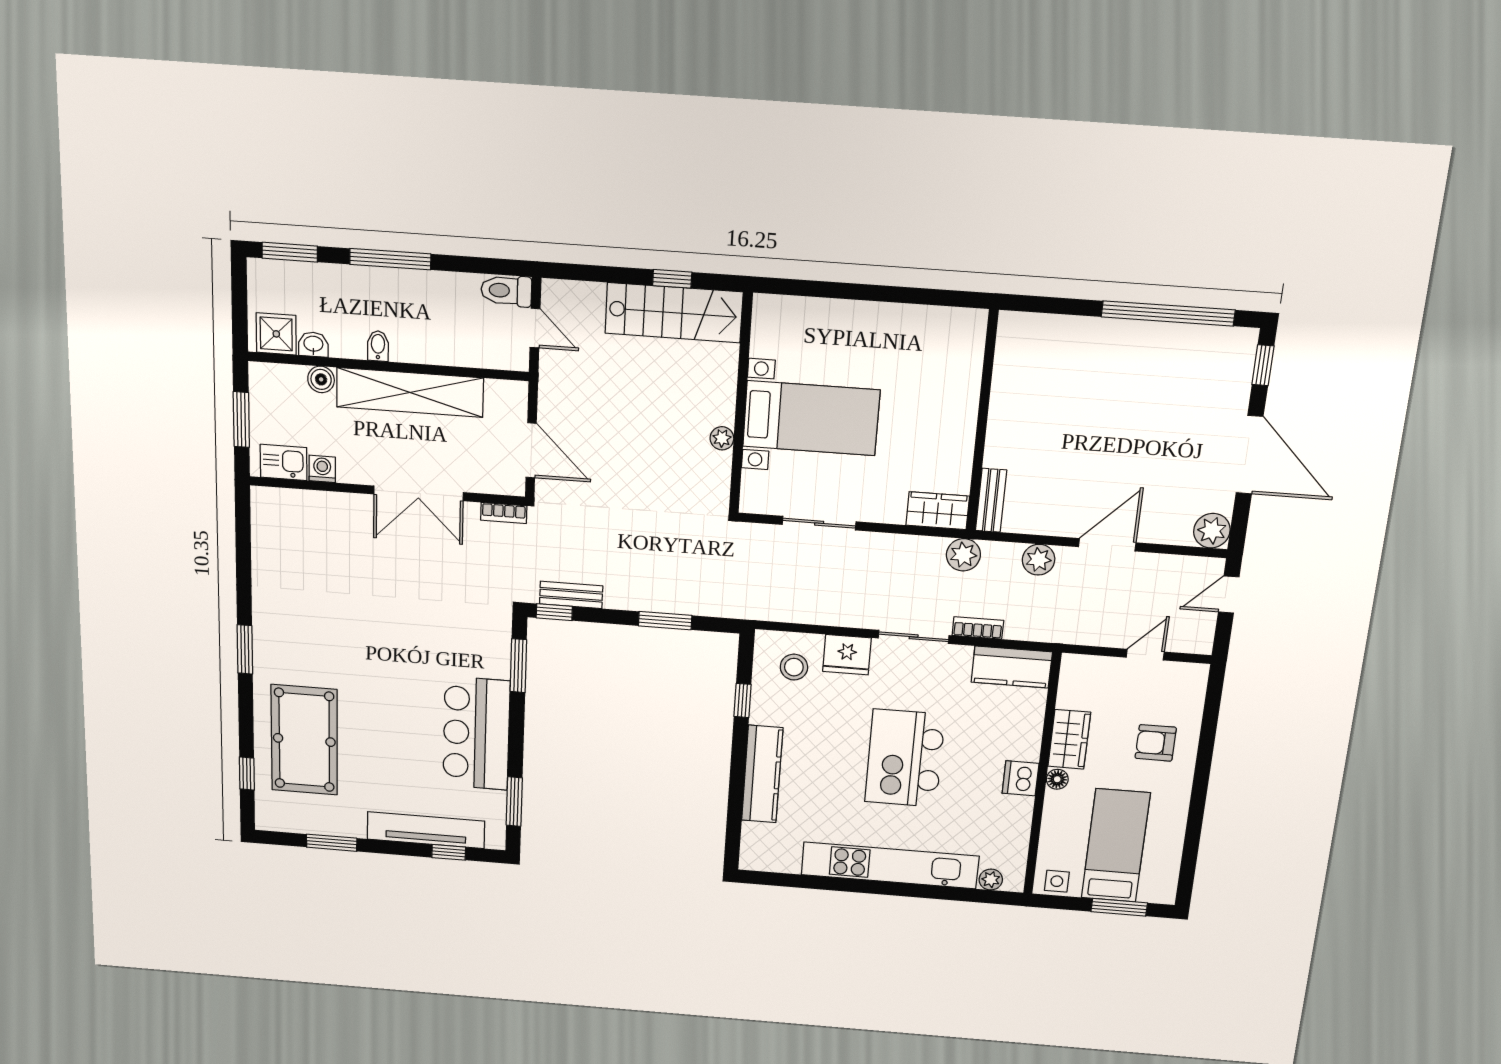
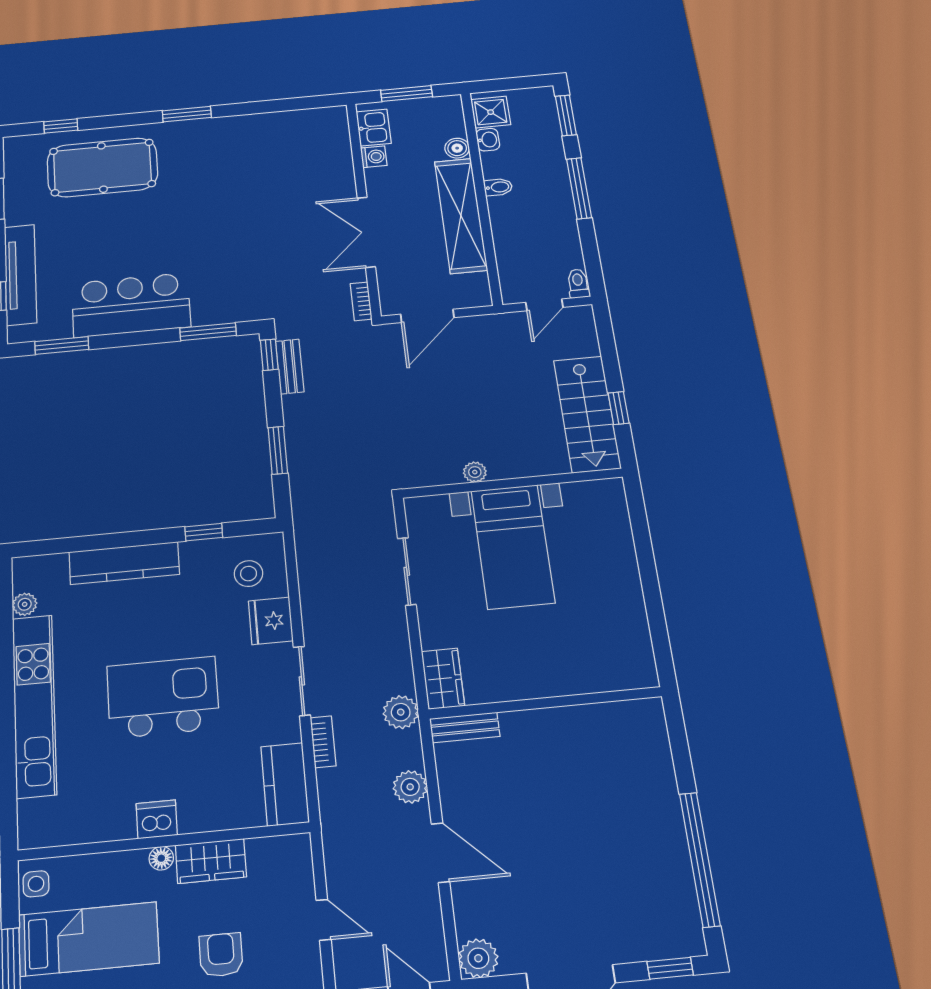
toilet: (506, 291) -> (578, 284), width x0.73, depth x0.72
plant: (991, 880) -> (25, 604), moved

